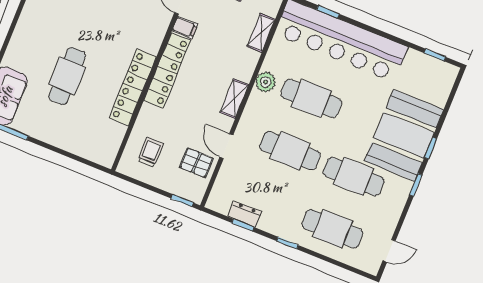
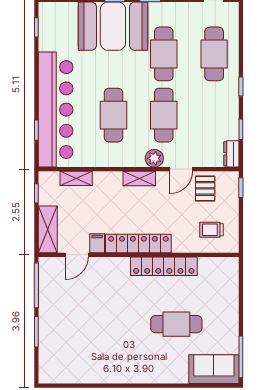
plant: (266, 82) -> (154, 158), moved
dresser: (245, 214) -> (231, 154), moved

